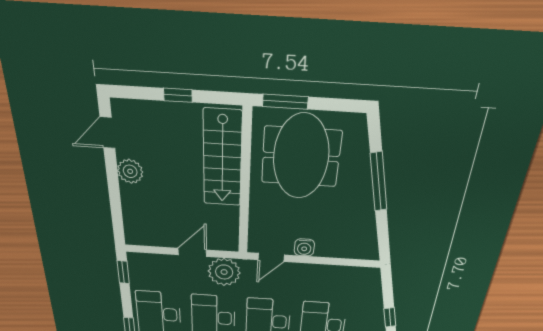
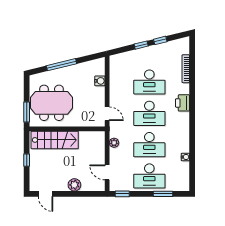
plant: (130, 171) -> (74, 185), moved
water cooler: (304, 247) -> (100, 81), moved
door: (192, 252) -> (107, 172), moved
plant: (224, 272) -> (114, 143), width x0.53, depth x0.53

